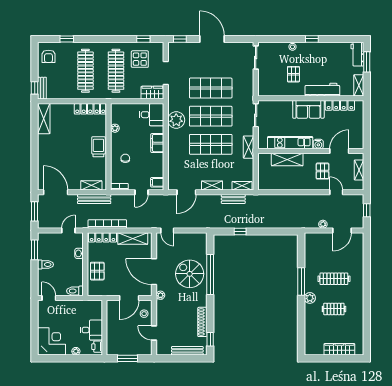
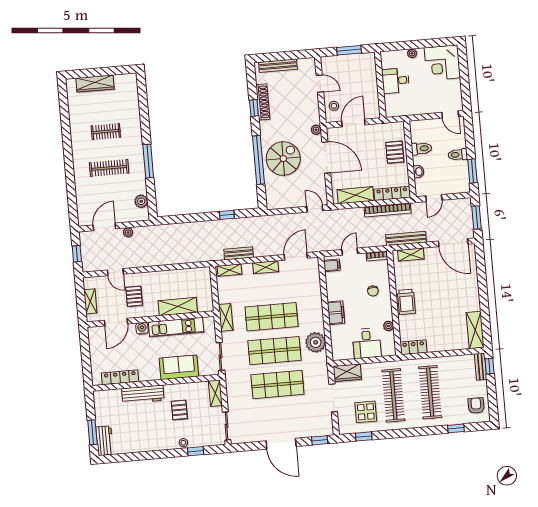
window: (312, 39) -> (196, 451), moved
shelving: (359, 85) -> (215, 393), moved
locker: (90, 109) -> (414, 347), width x0.66
sofa: (308, 109) -> (179, 367), moved
desk: (152, 115) -> (367, 343), moved, turned -90
spiral stairs: (190, 274) -> (283, 159), turned -90
toilet: (75, 291) -> (421, 149), moved
plant: (310, 298) -> (141, 201), moved
window: (210, 339) -> (254, 108), moved
printer: (97, 347) -> (387, 61), removed

